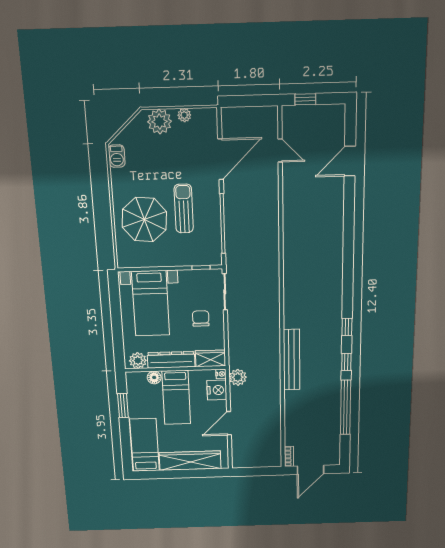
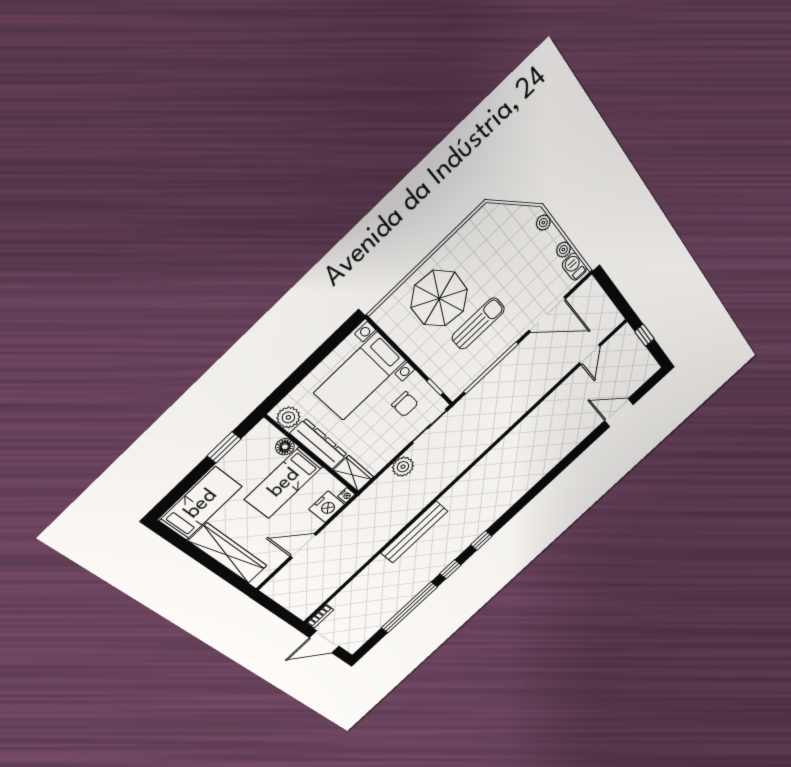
plant: (160, 122) -> (543, 223), width x0.53, depth x0.53
barbecue: (117, 156) -> (574, 267), moved, turned 90
chair: (201, 318) -> (405, 404), moved, turned 90
plant: (238, 377) -> (403, 467), moved

